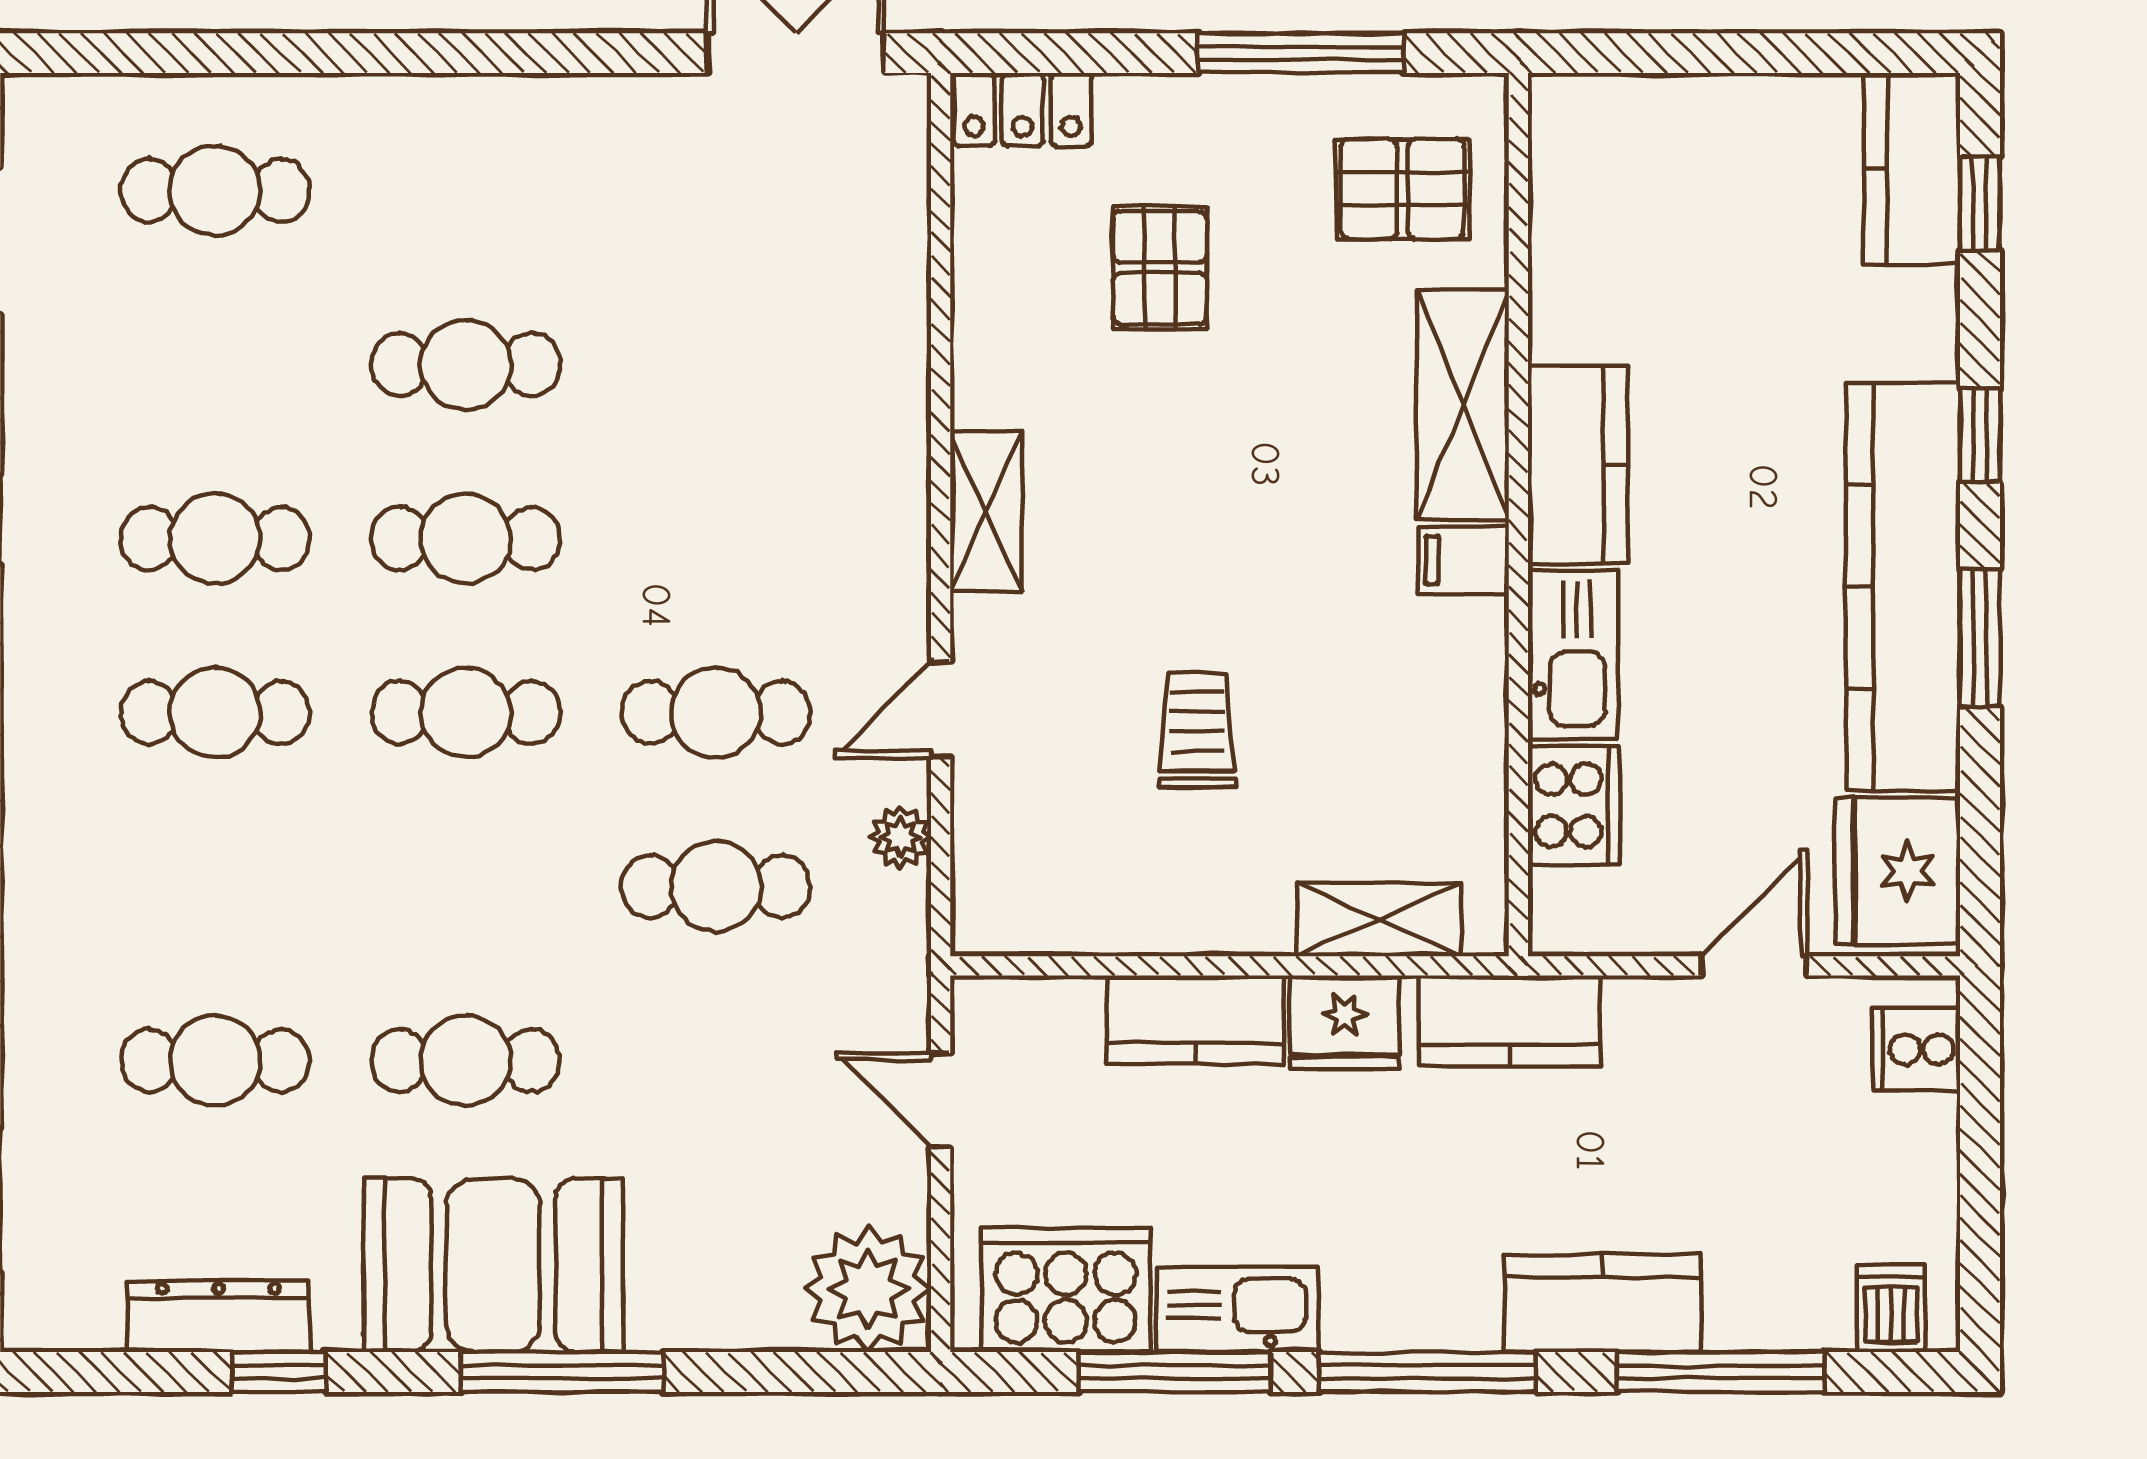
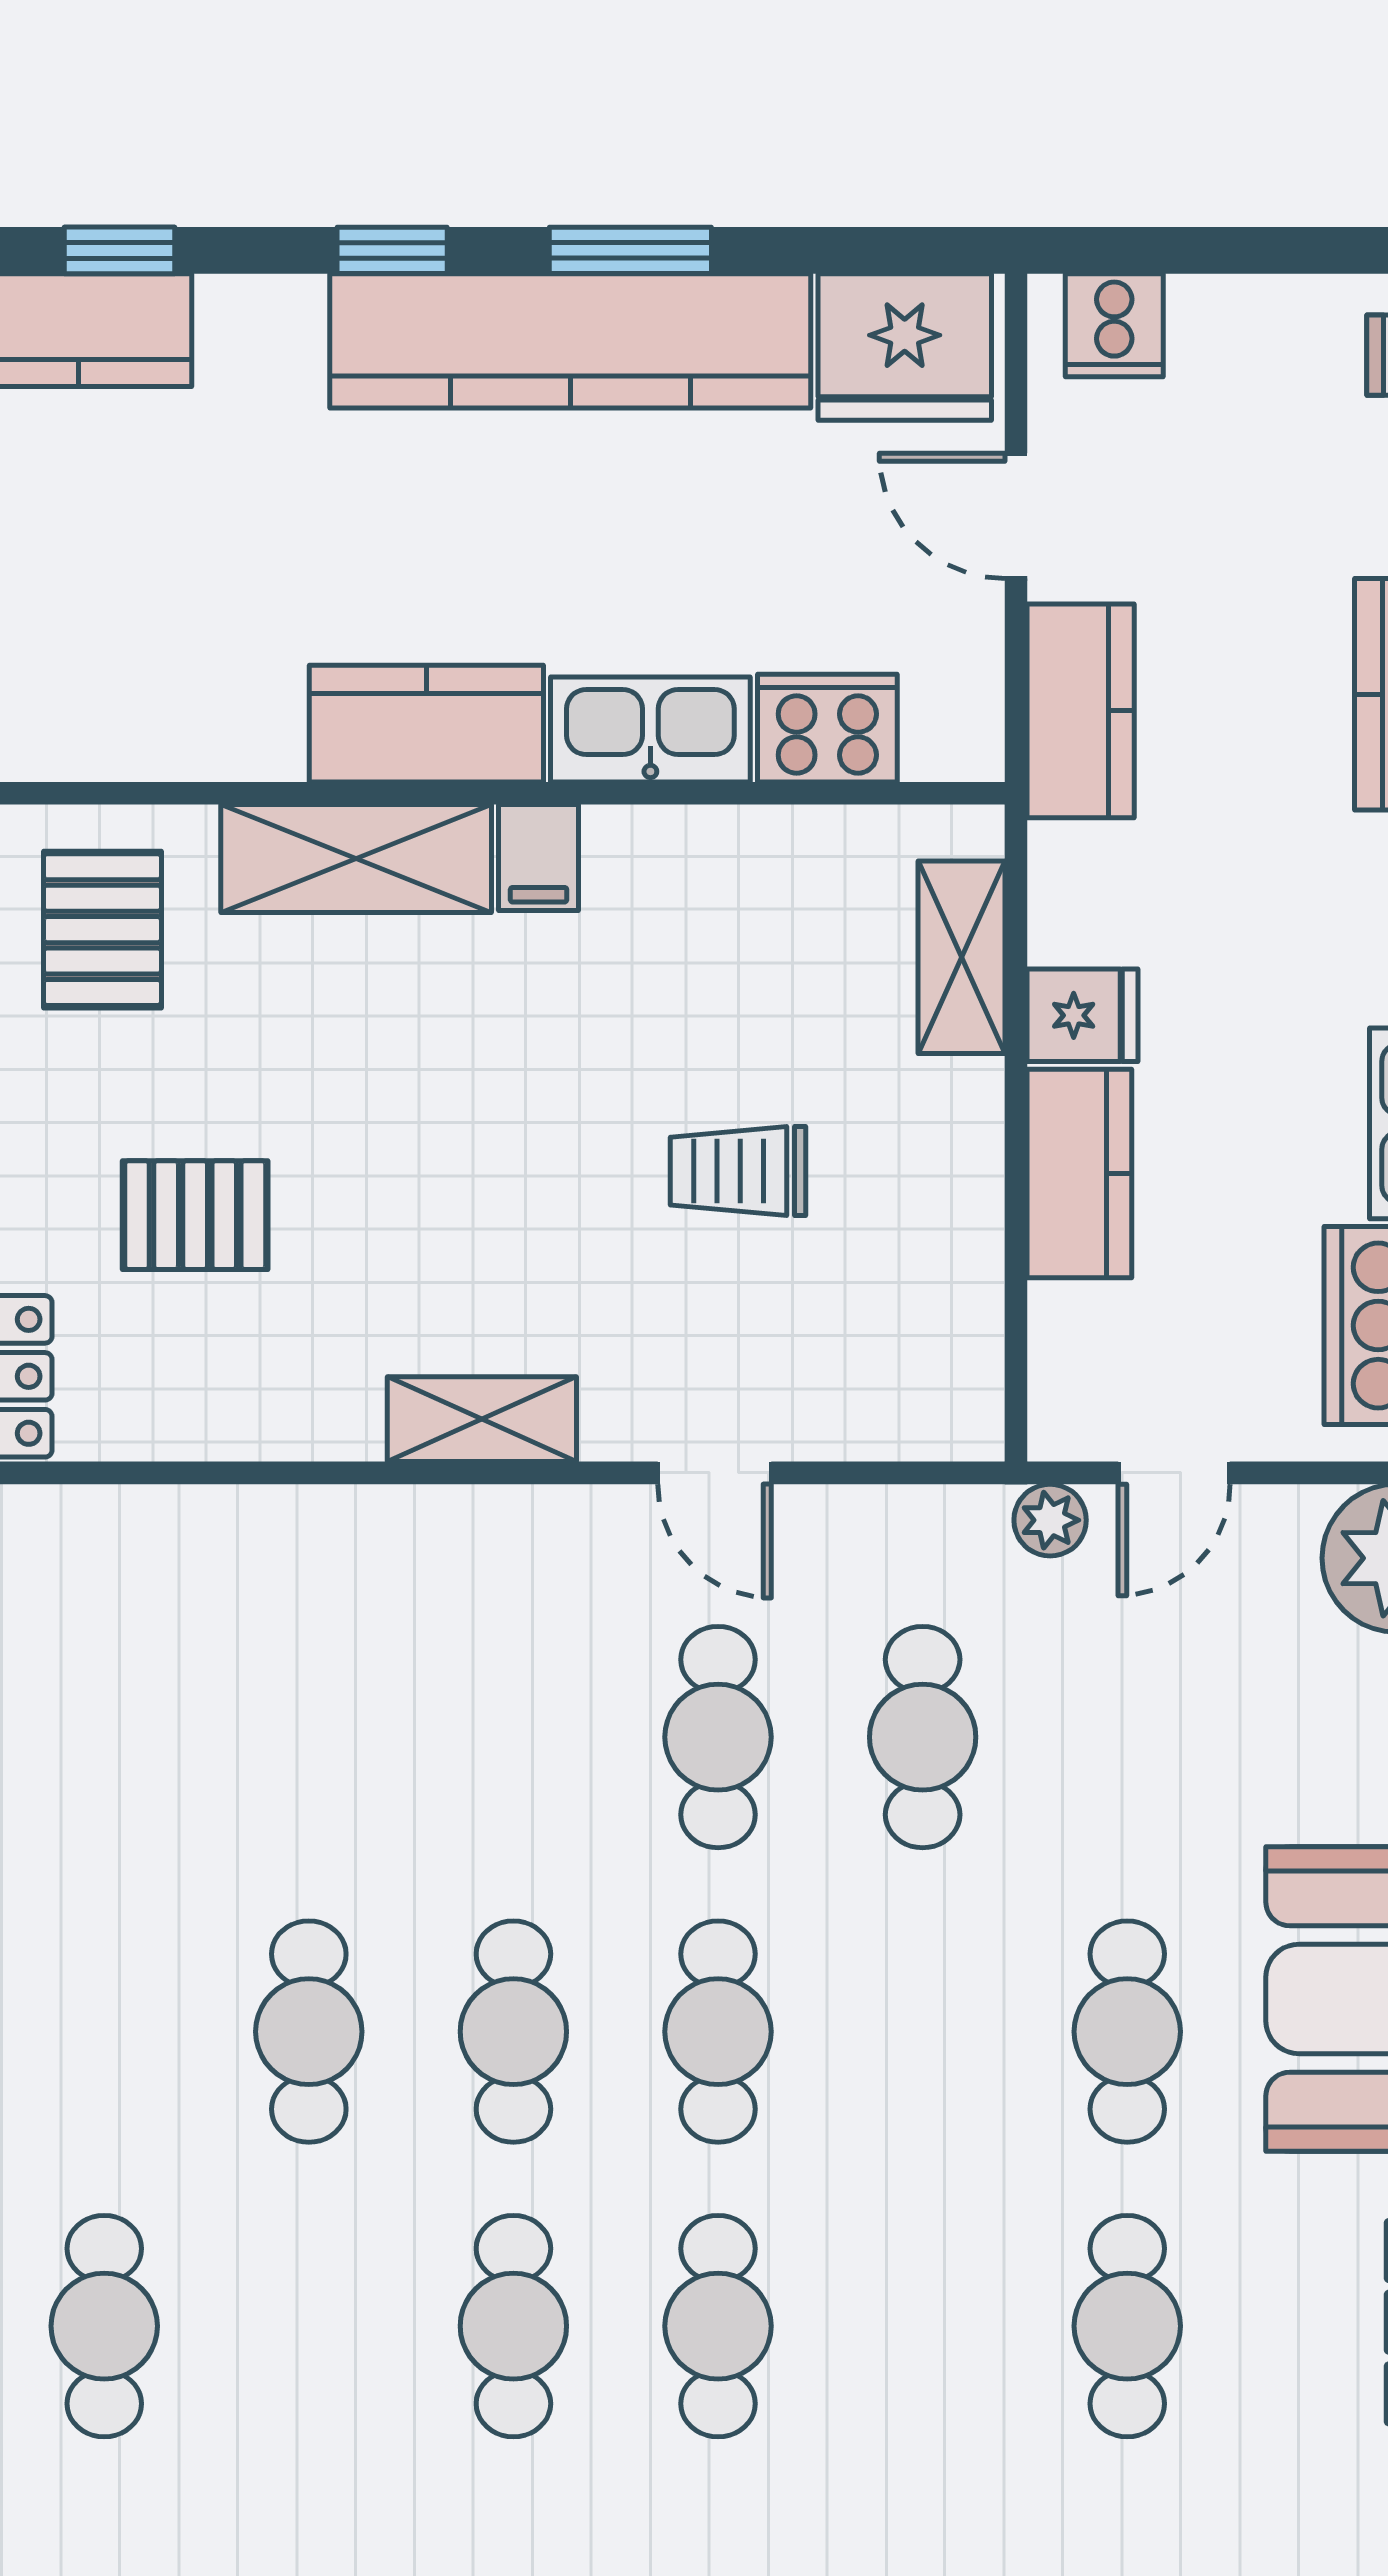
plant: (900, 837) -> (1050, 1520), moved
kitchen counter: (1510, 1021) -> (1081, 711), moved
fridge: (1345, 1022) -> (1082, 1015), width x0.72

